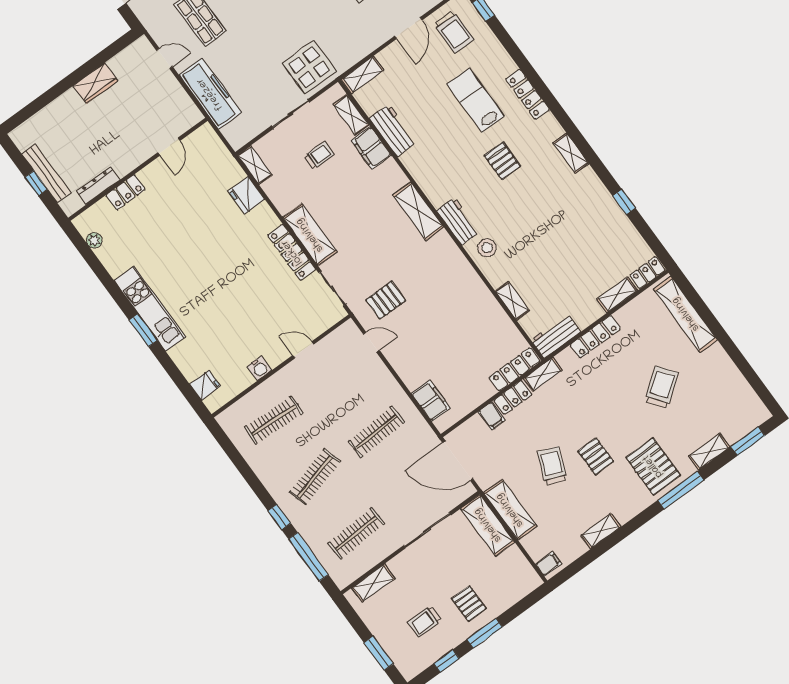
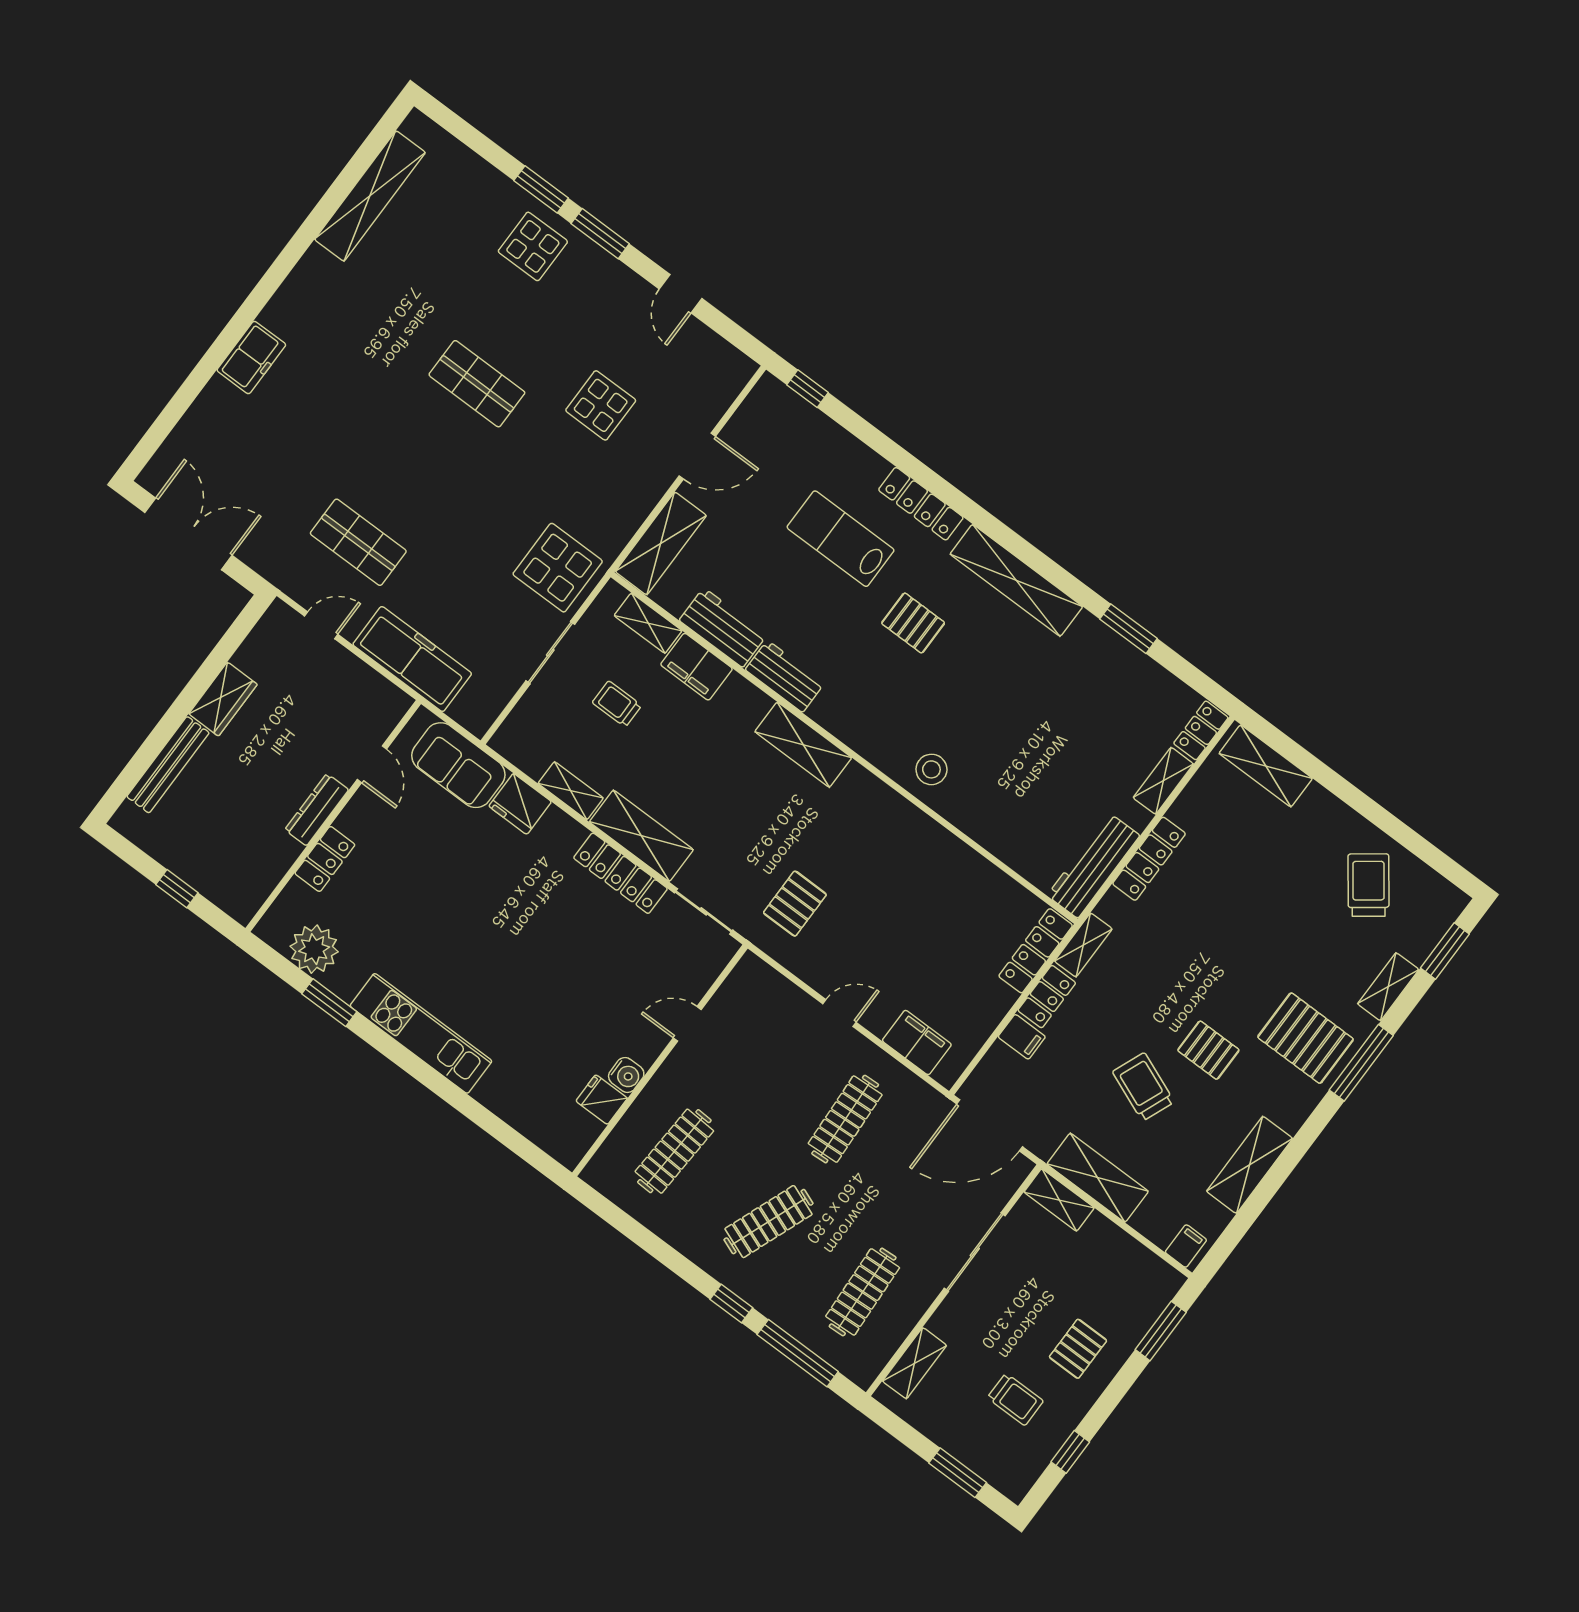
door: (408, 28) -> (697, 456), hinge flipped
trolley: (454, 32) -> (772, 440), removed
shelving: (363, 75) -> (661, 543), width x1.50, depth x1.33
shelving: (571, 153) -> (1016, 580), width x2.20, depth x1.33
trolley: (319, 155) -> (617, 704), turned -90
sofa: (218, 162) -> (458, 765), added
shelving: (255, 165) -> (571, 791), moved
bench: (46, 173) -> (168, 765), moved, turned 90
dresser: (98, 186) -> (317, 810), moved
window: (624, 202) -> (1128, 629), width x1.50
workbench: (458, 221) -> (785, 676), moved
plant: (94, 240) -> (314, 949), width x1.88, depth x1.88
shelving: (512, 301) -> (998, 842), removed
shelving: (686, 314) -> (1266, 766), width x0.68
window: (143, 330) -> (329, 1003), moved
workbench: (556, 336) -> (1093, 865), width x1.37
door: (371, 342) -> (839, 1013), moved
fridge: (205, 385) -> (602, 1100), moved, turned -90
trolley: (662, 387) -> (1368, 885), moved
clothes rail: (315, 477) -> (769, 1222), turned 36
shelving: (488, 525) -> (1059, 1200), width x0.67, depth x0.75
shelving: (601, 531) -> (1250, 1165), width x1.50, depth x1.33
pallet: (469, 604) -> (1078, 1349), turned 90
trolley: (424, 621) -> (1015, 1399), turned -90
window: (485, 633) -> (1161, 1331), moved

